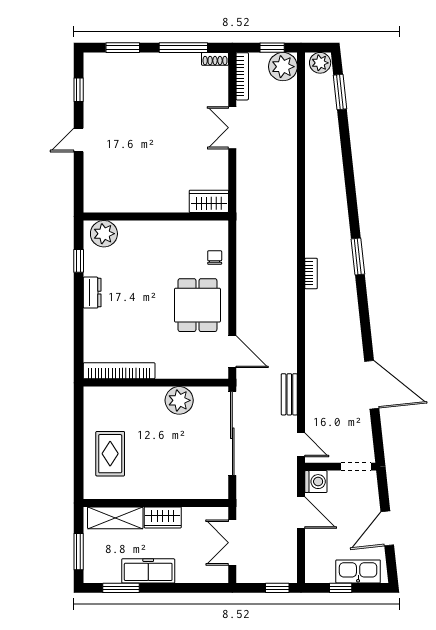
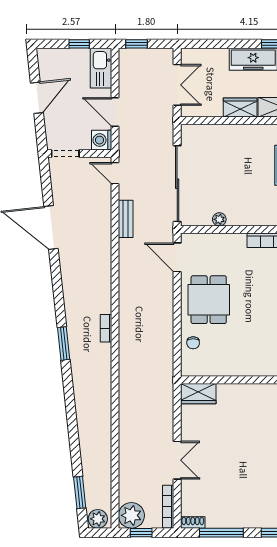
plant: (179, 400) -> (219, 219), width x0.53, depth x0.53
kitchen sink: (358, 571) -> (101, 68), moved, turned 90

